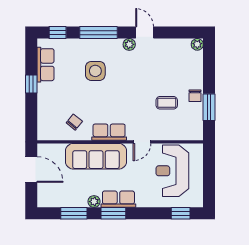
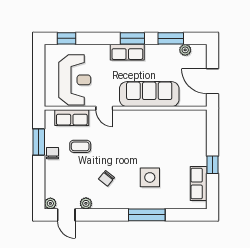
window: (58, 33) -> (187, 215), removed
door: (145, 33) -> (66, 215), moved
plant: (129, 44) -> (86, 203), moved
chair: (74, 122) -> (106, 178), moved
row of seats: (109, 132) -> (72, 118), moved
door: (142, 142) -> (104, 108), swing flipped
plant: (94, 202) -> (185, 50), moved

